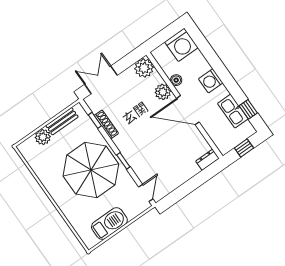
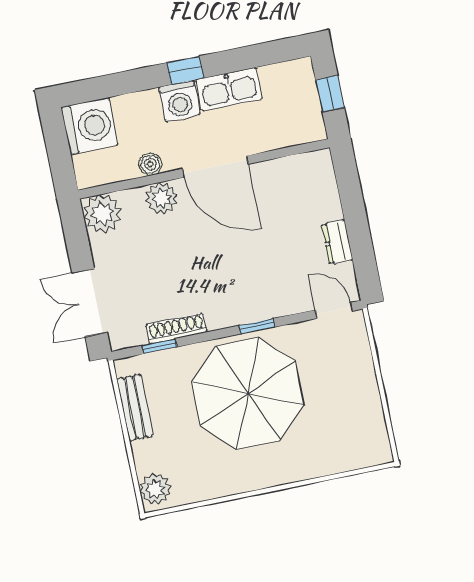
window: (248, 109) -> (185, 70), moved
door: (188, 110) -> (215, 167), hinge flipped
kitchen sink: (233, 111) -> (229, 89), moved
plant: (43, 137) -> (155, 489), moved
dresser: (207, 160) -> (337, 242), moved
barbecue: (109, 224) -> (361, 402), removed

